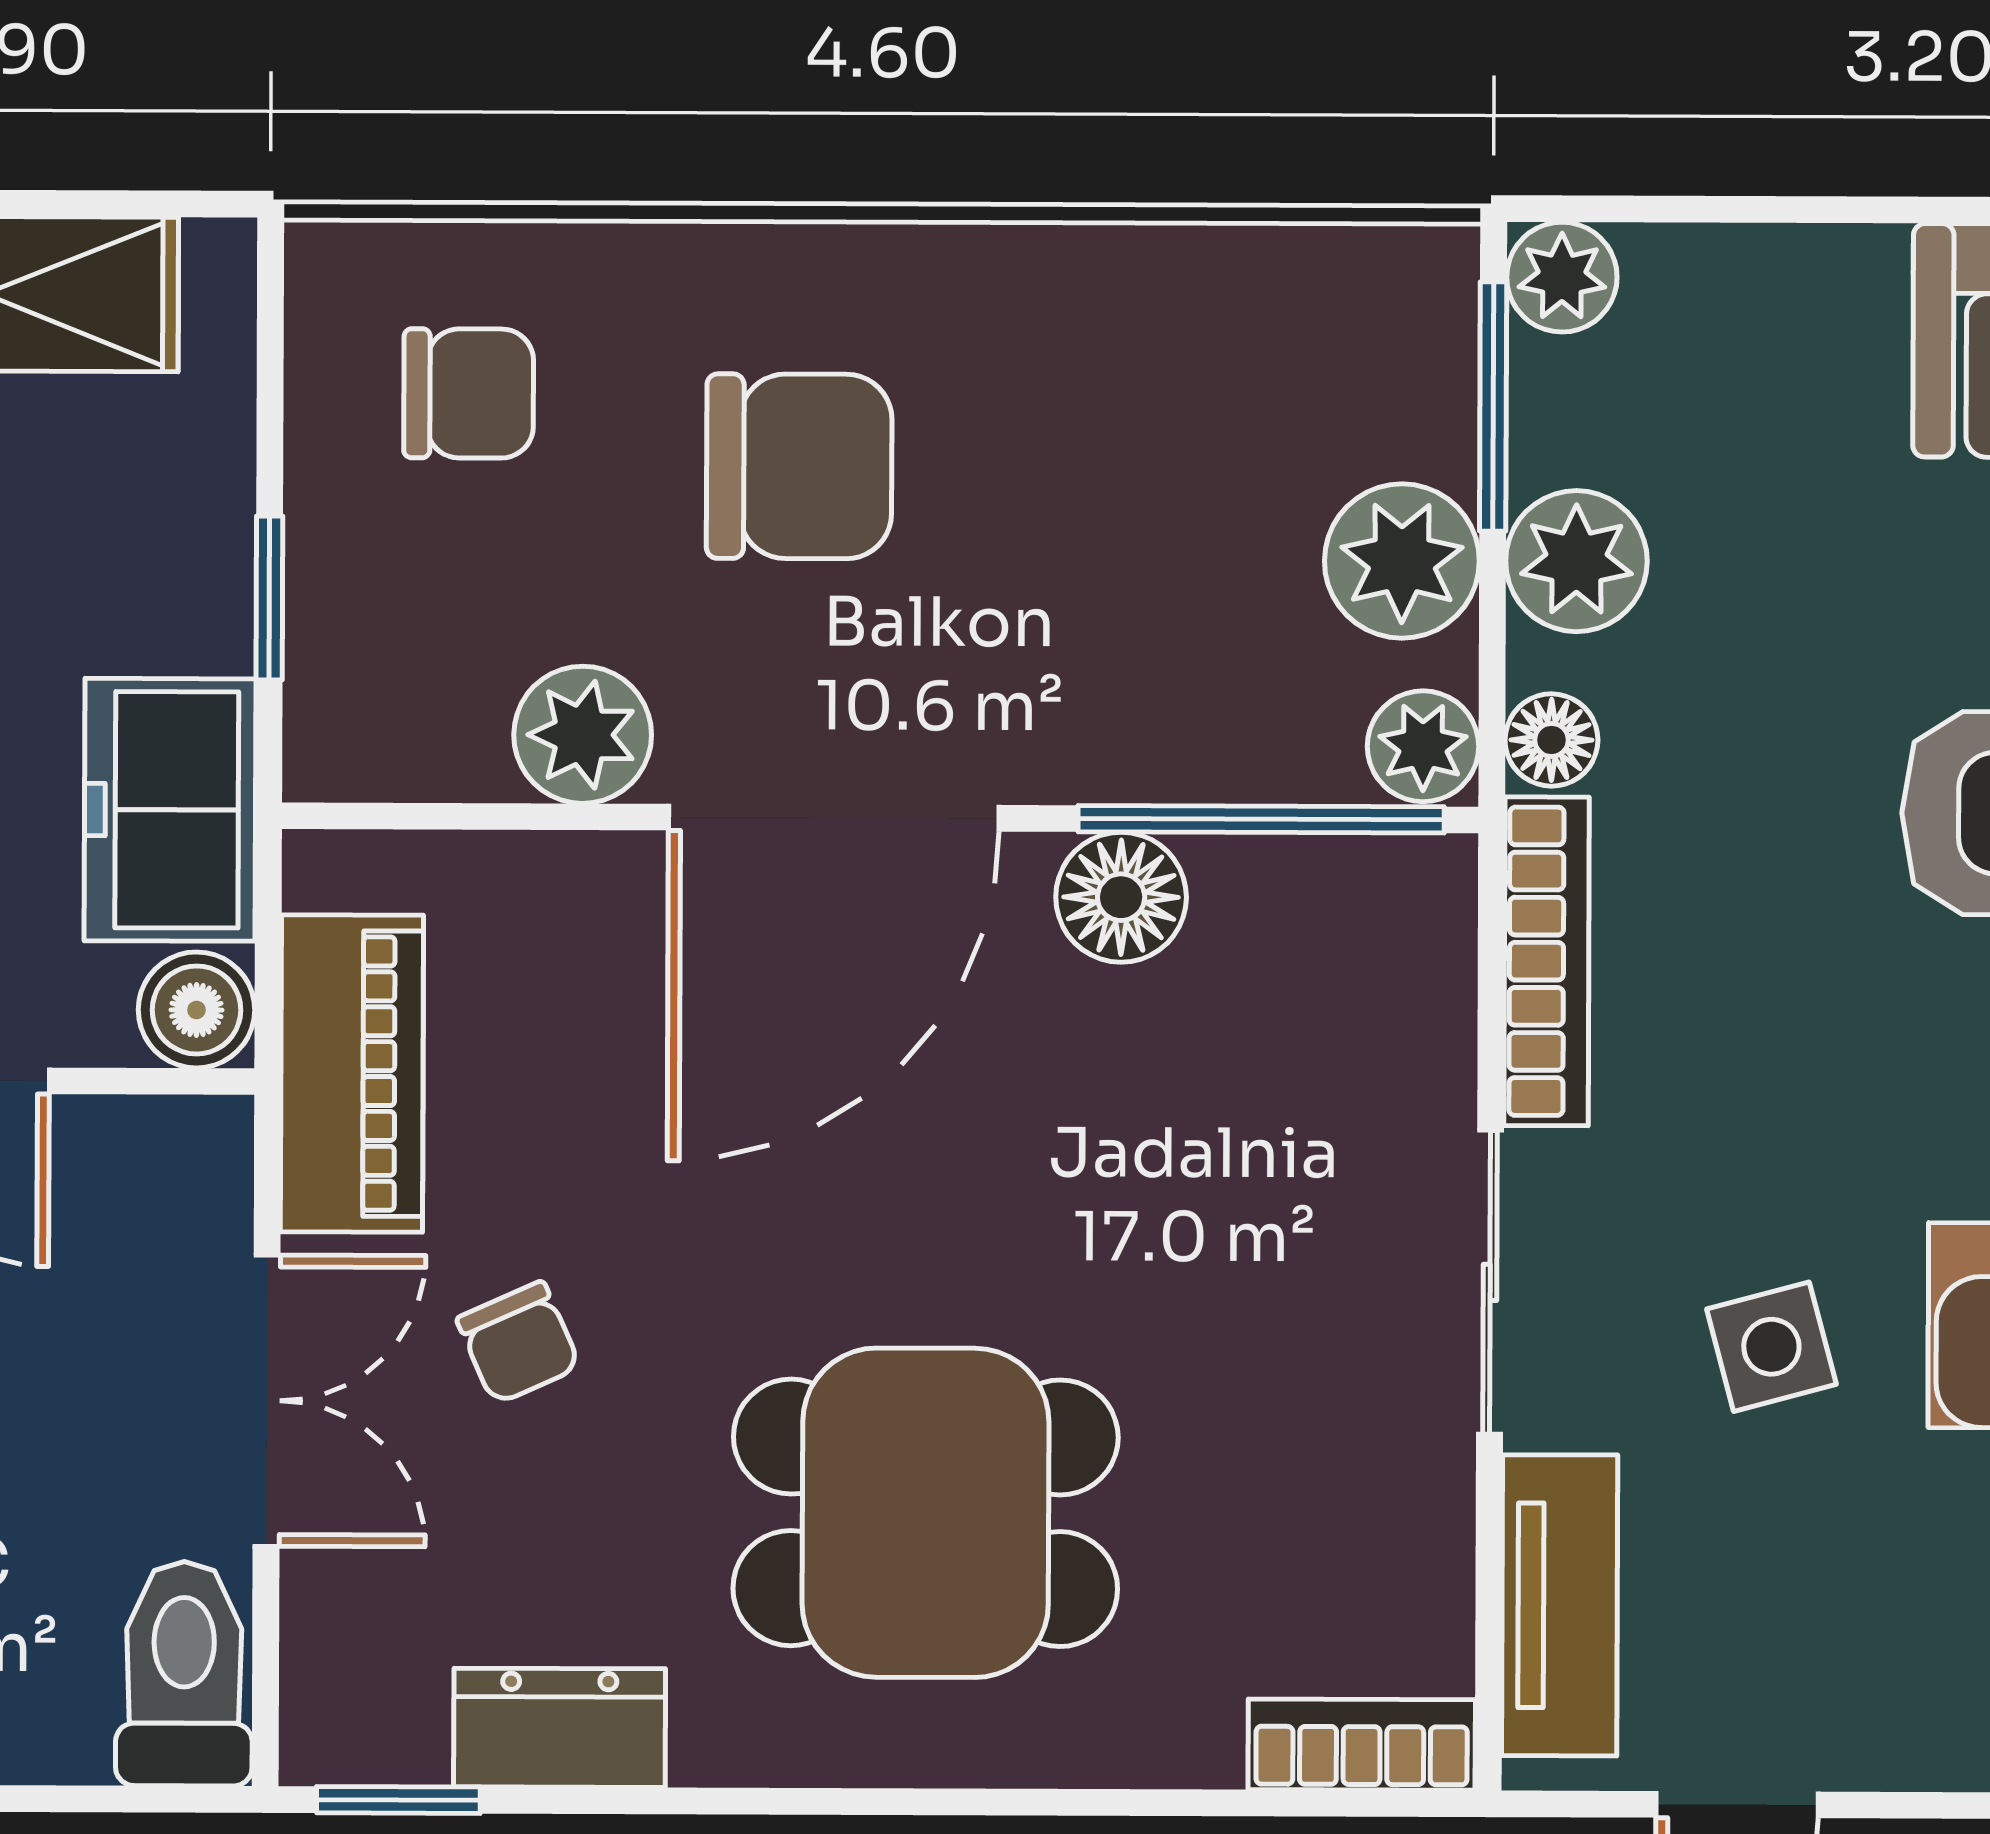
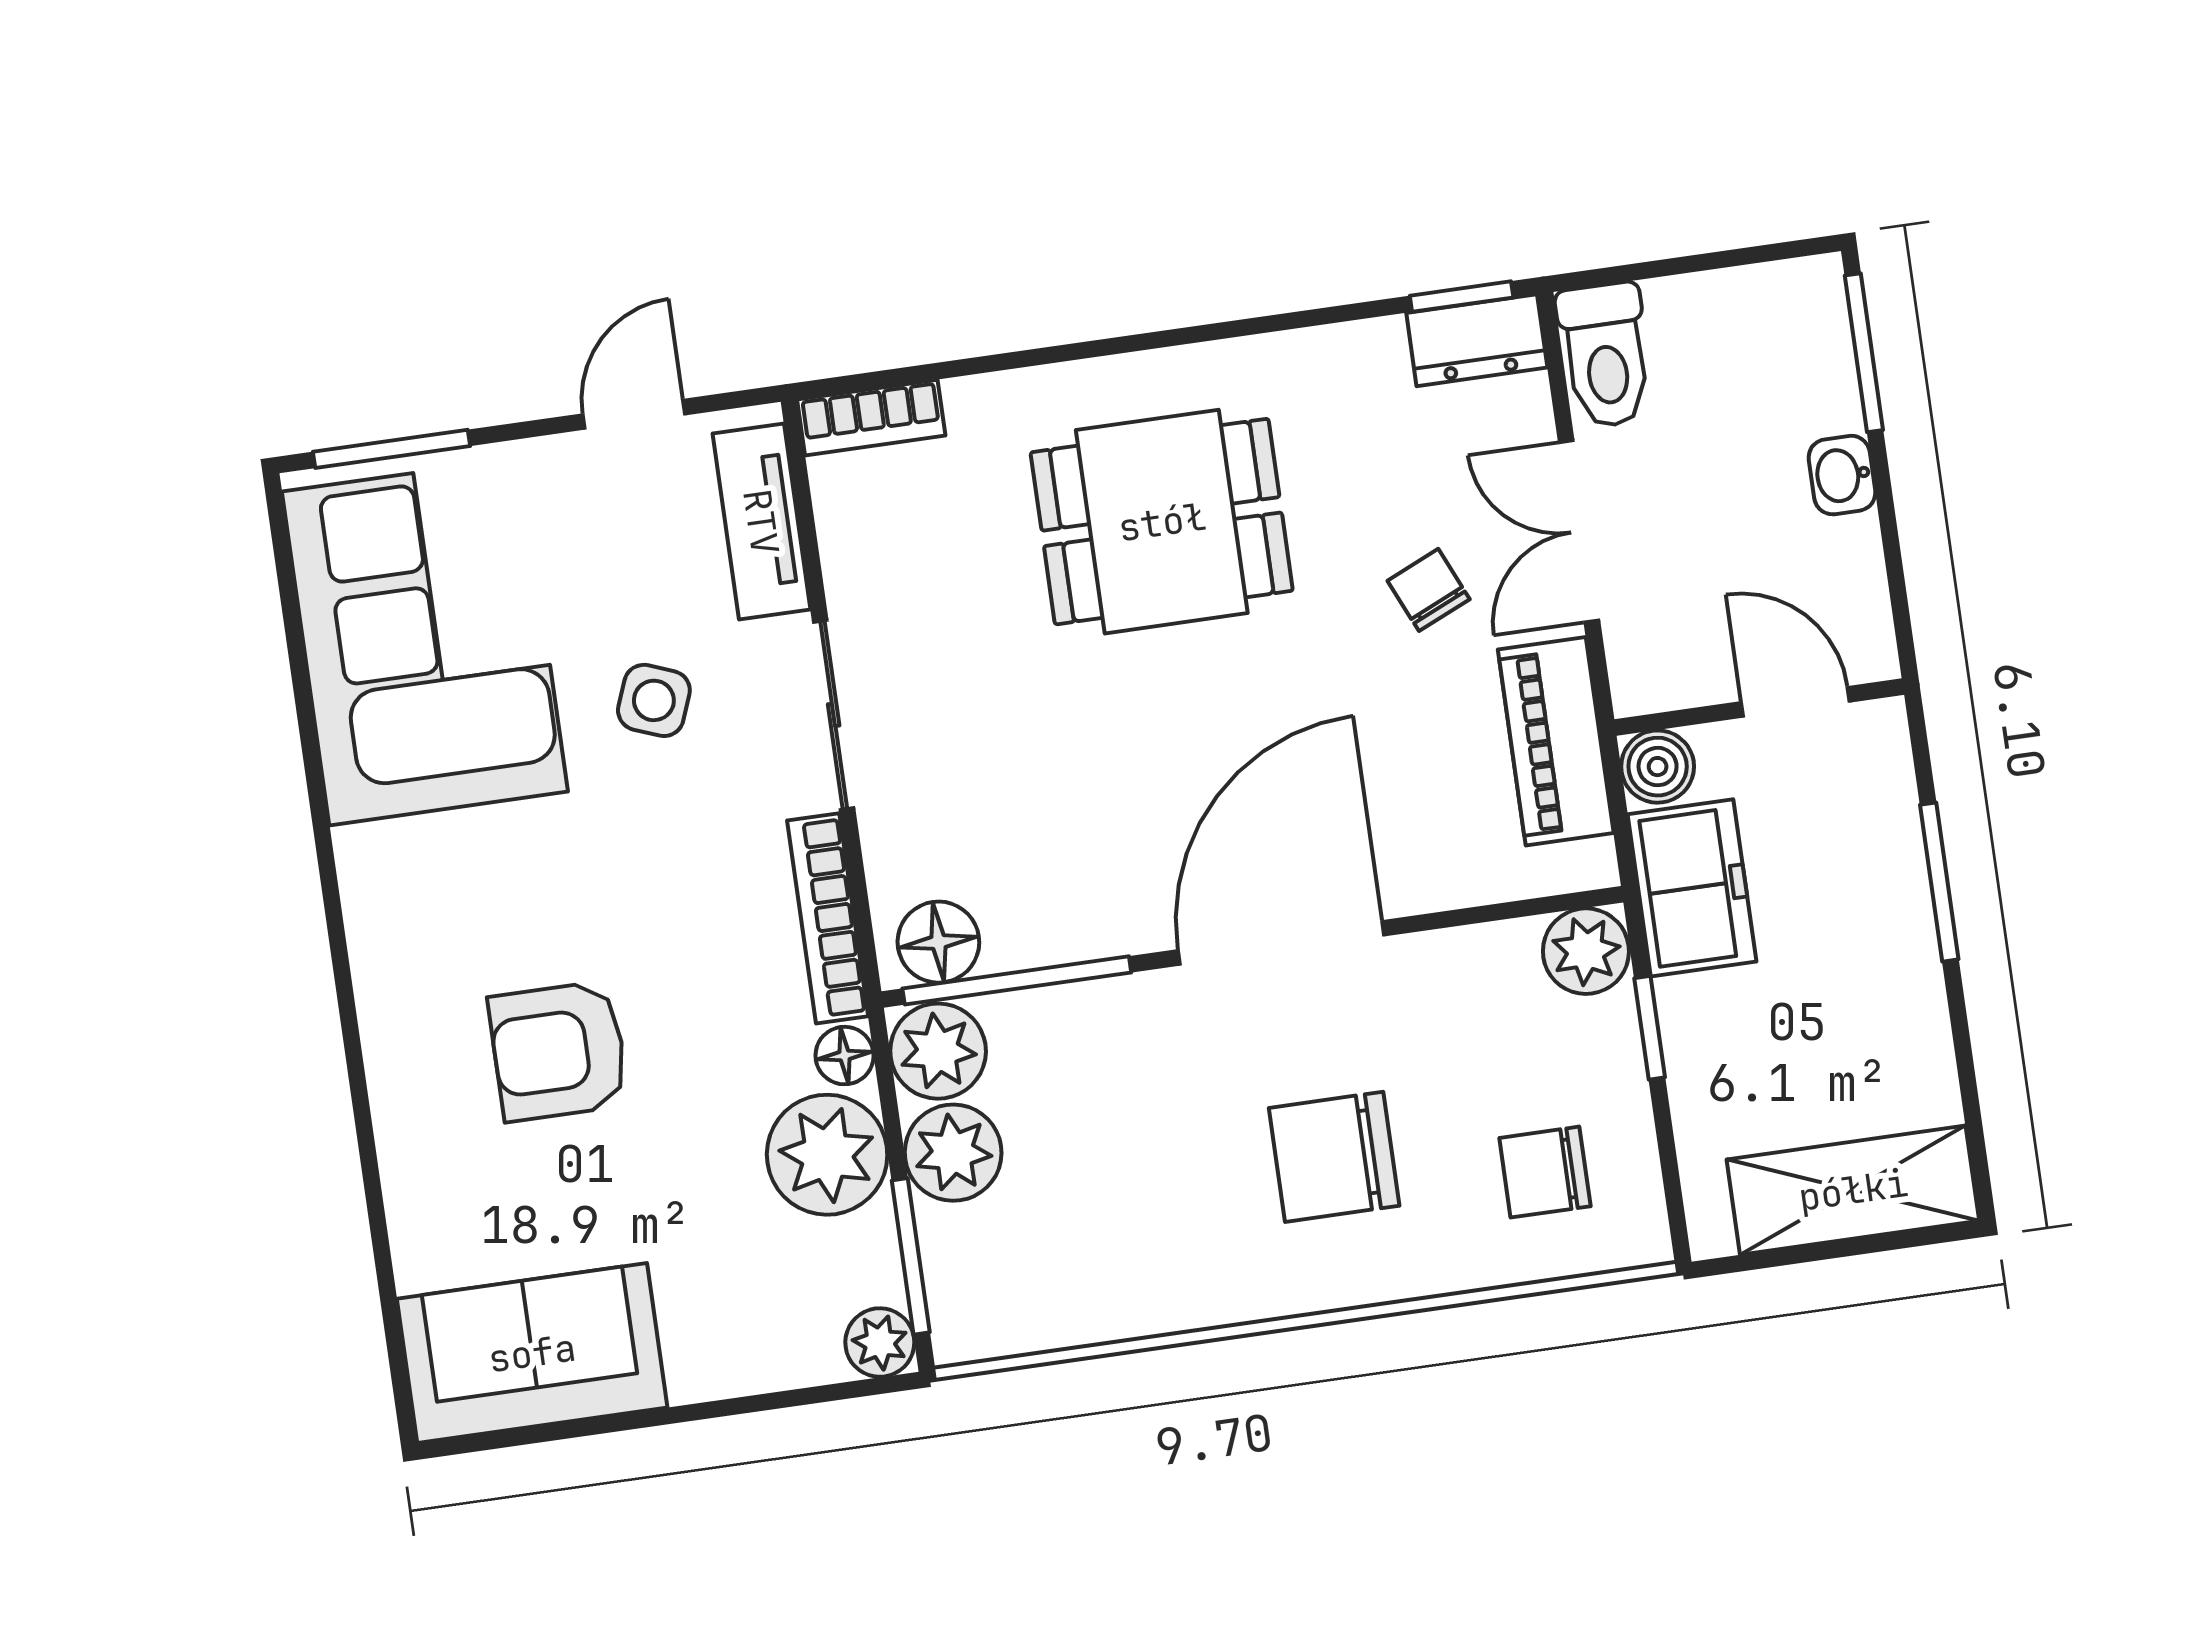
plant: (1576, 561) -> (827, 1155), width x1.36, depth x1.36
plant: (583, 735) -> (1586, 951), moved
plant: (1423, 746) -> (938, 1051), width x1.38, depth x1.38
floor lamp: (1121, 897) -> (938, 942), moved
side table: (1771, 1347) -> (654, 700), turned 36
dresser: (560, 1728) -> (1477, 340), moved

